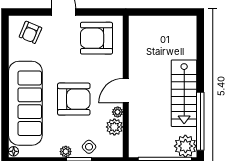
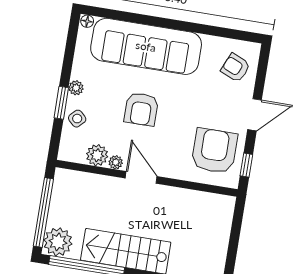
window: (103, 12) -> (246, 165), added
armchair: (74, 99) -> (141, 109), width x0.73, depth x0.73

